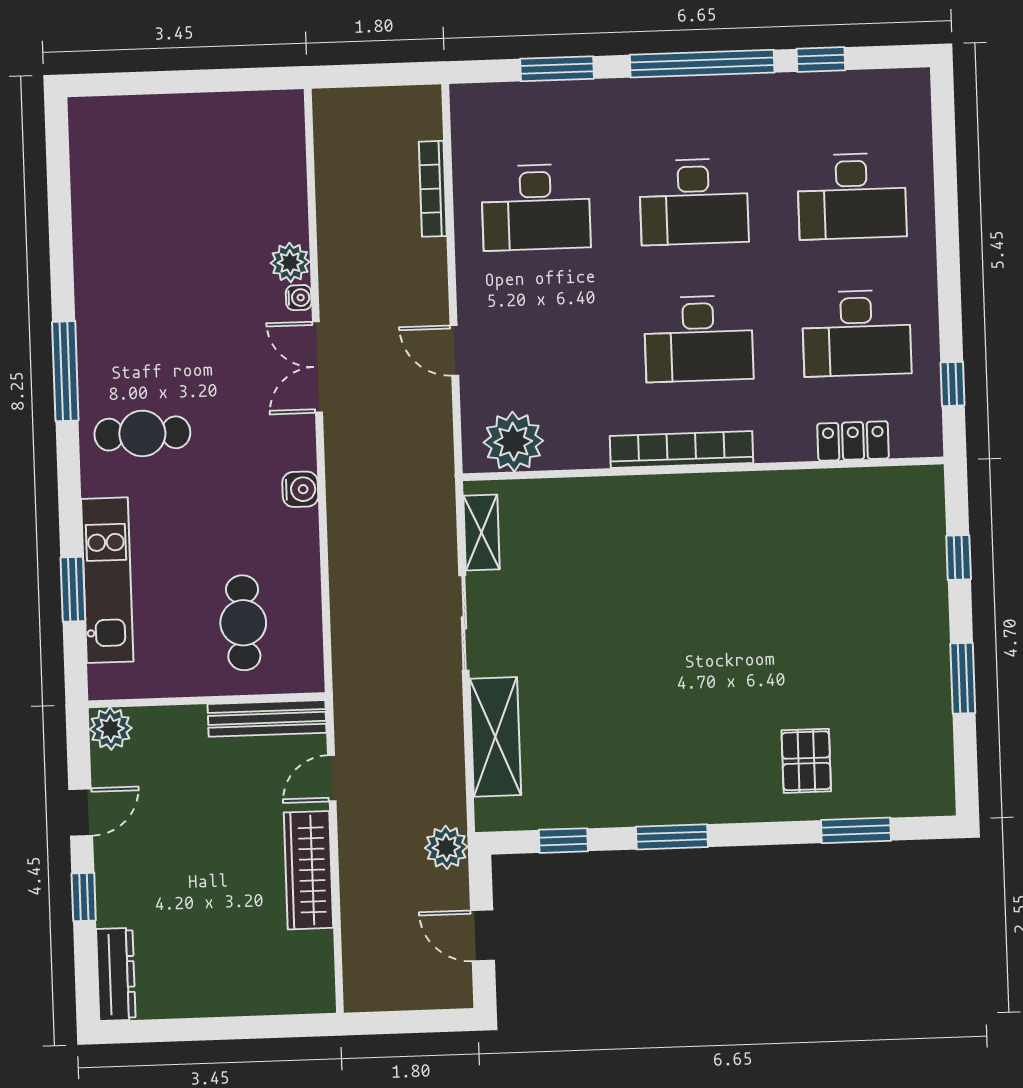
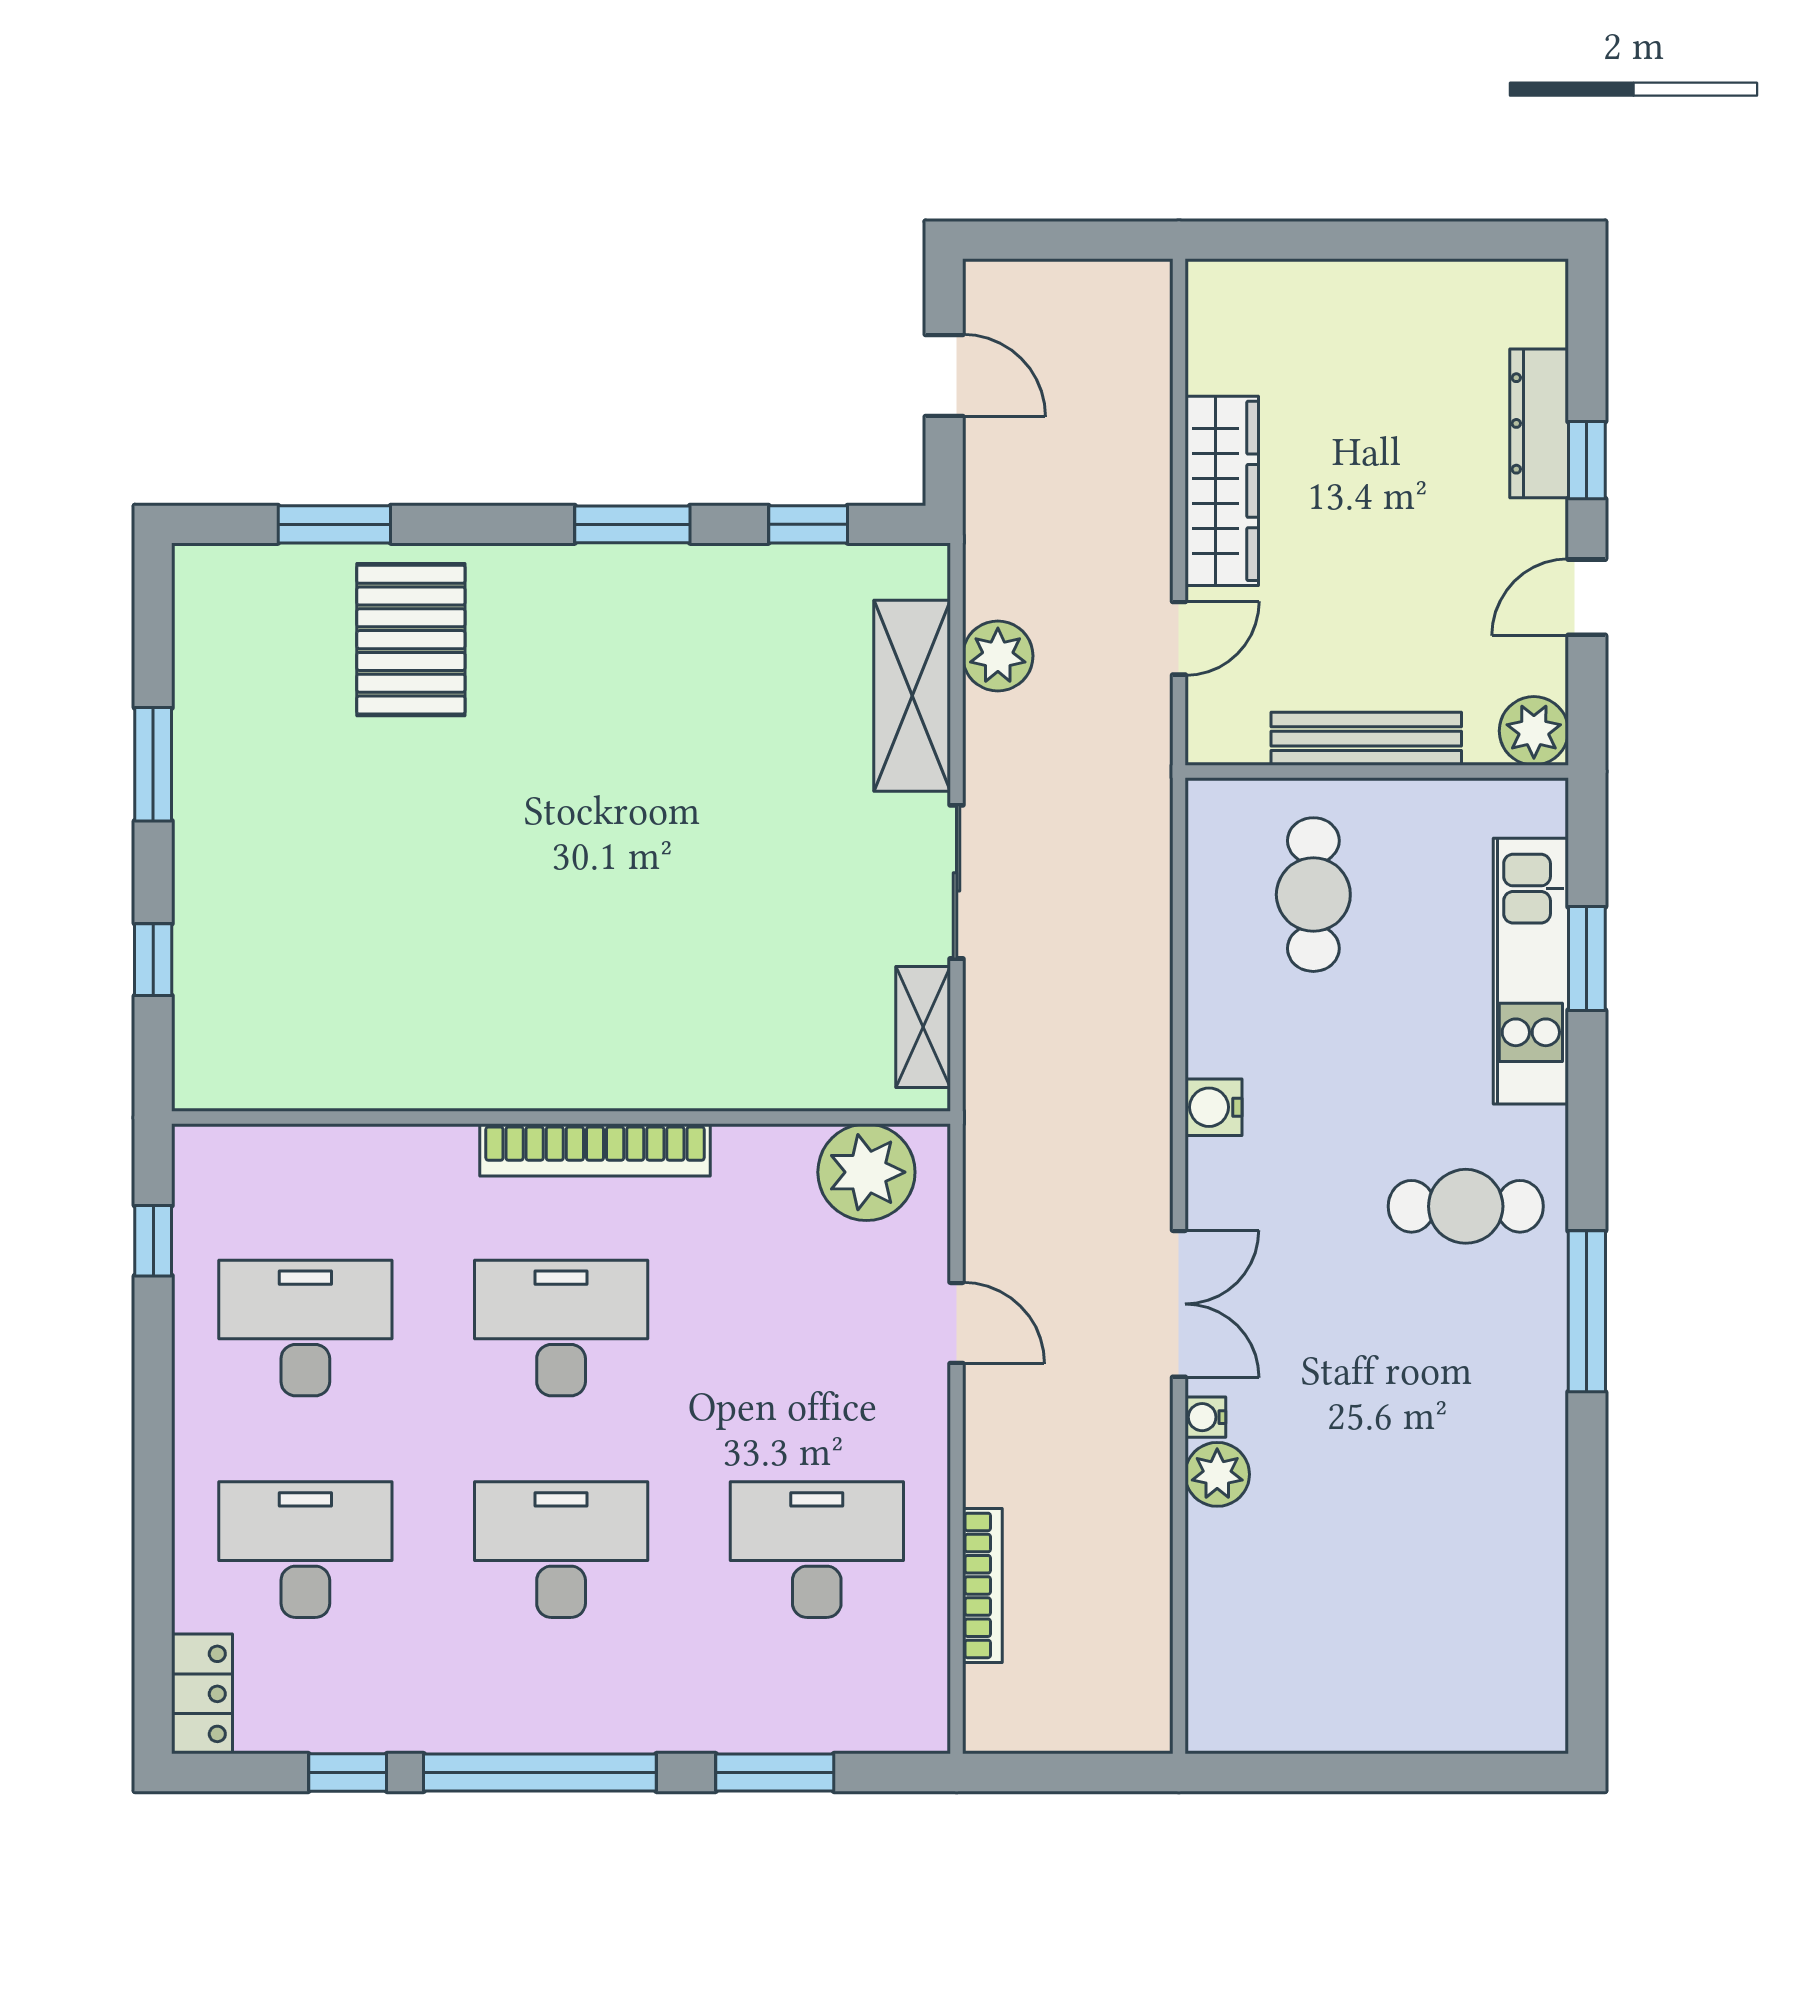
locker: (853, 441) -> (202, 1694), moved, turned -90
bench: (267, 718) -> (1366, 739), moved
pallet: (806, 761) -> (411, 640), width x1.50, depth x1.42
plant: (446, 847) -> (998, 656), moved
dresser: (116, 974) -> (1539, 423), moved

